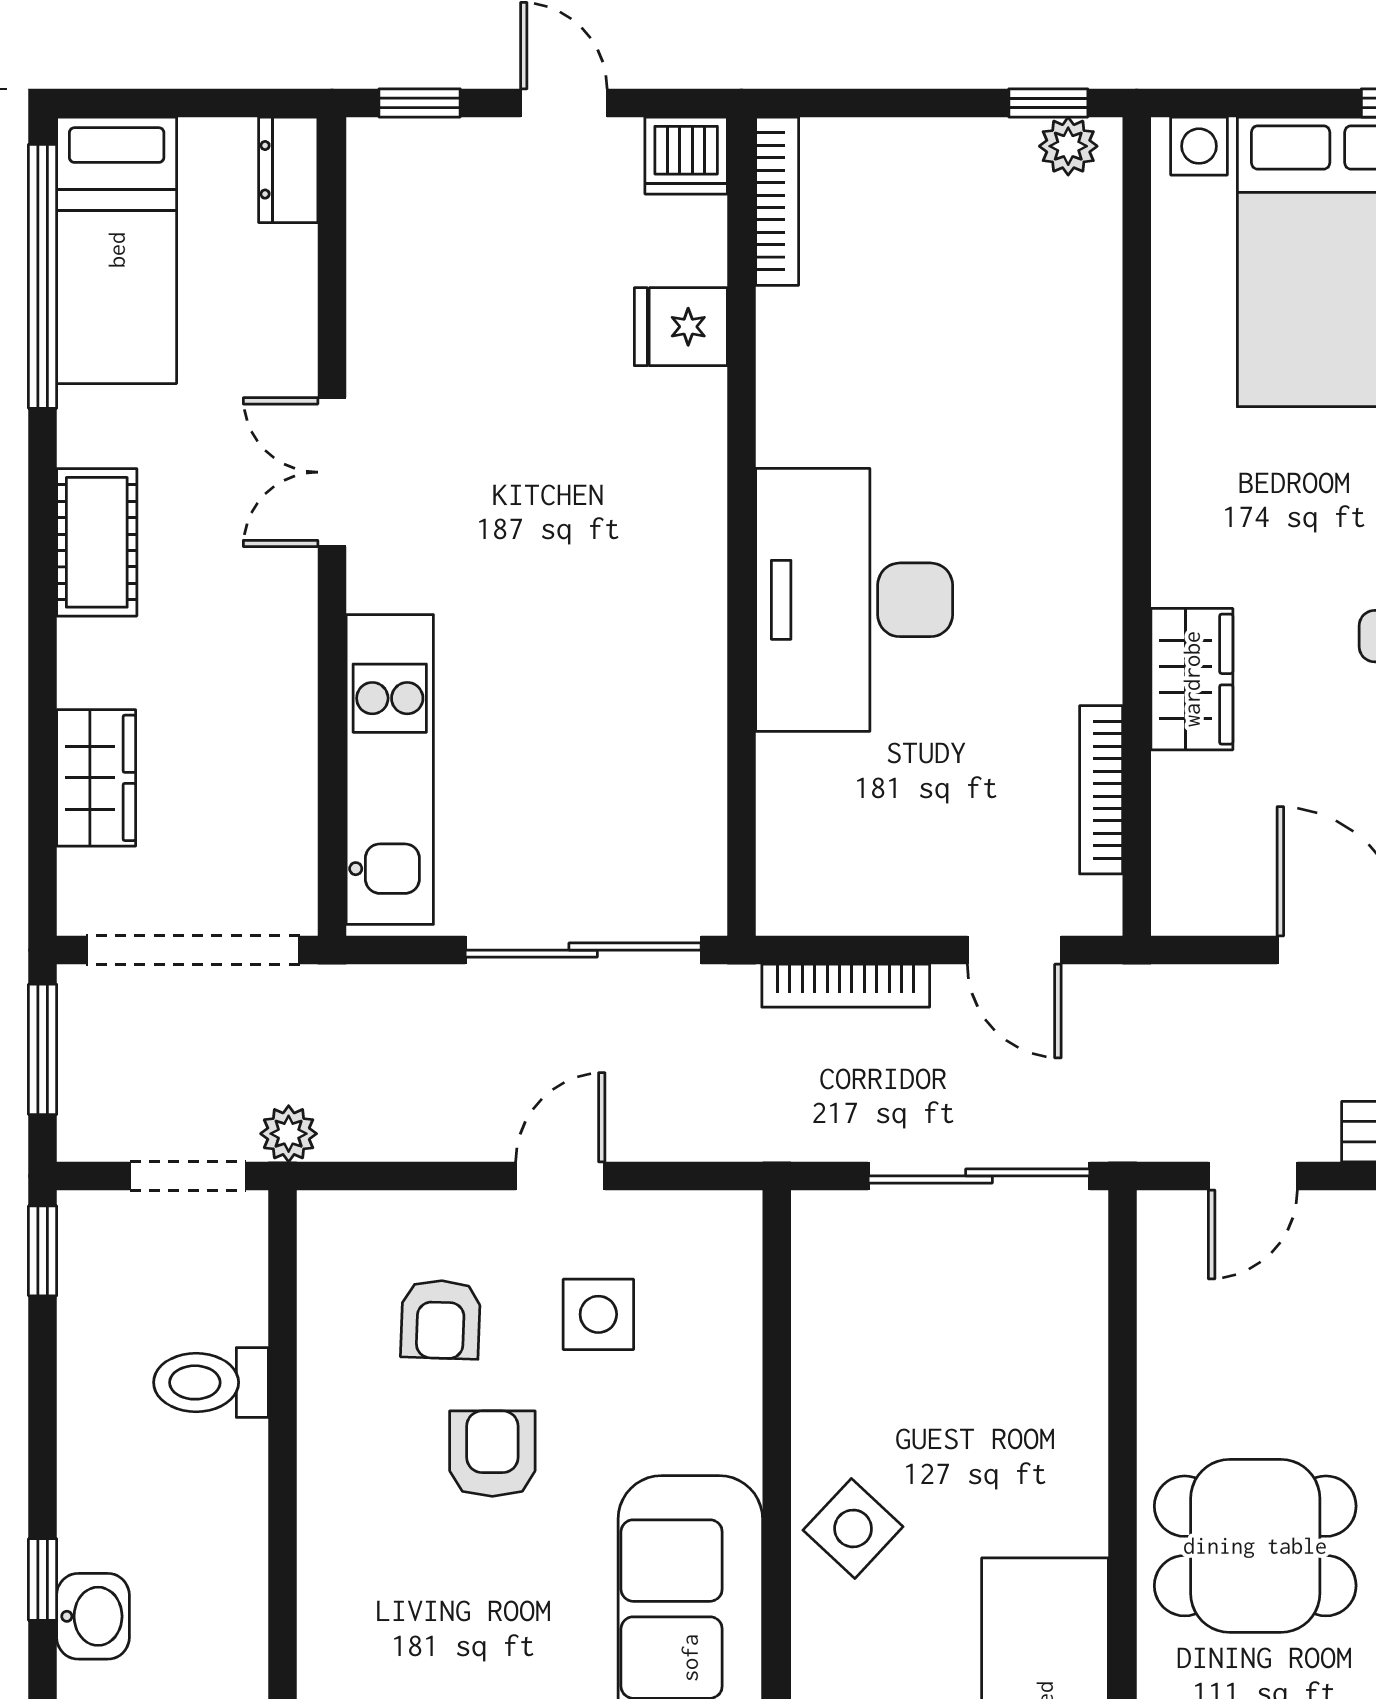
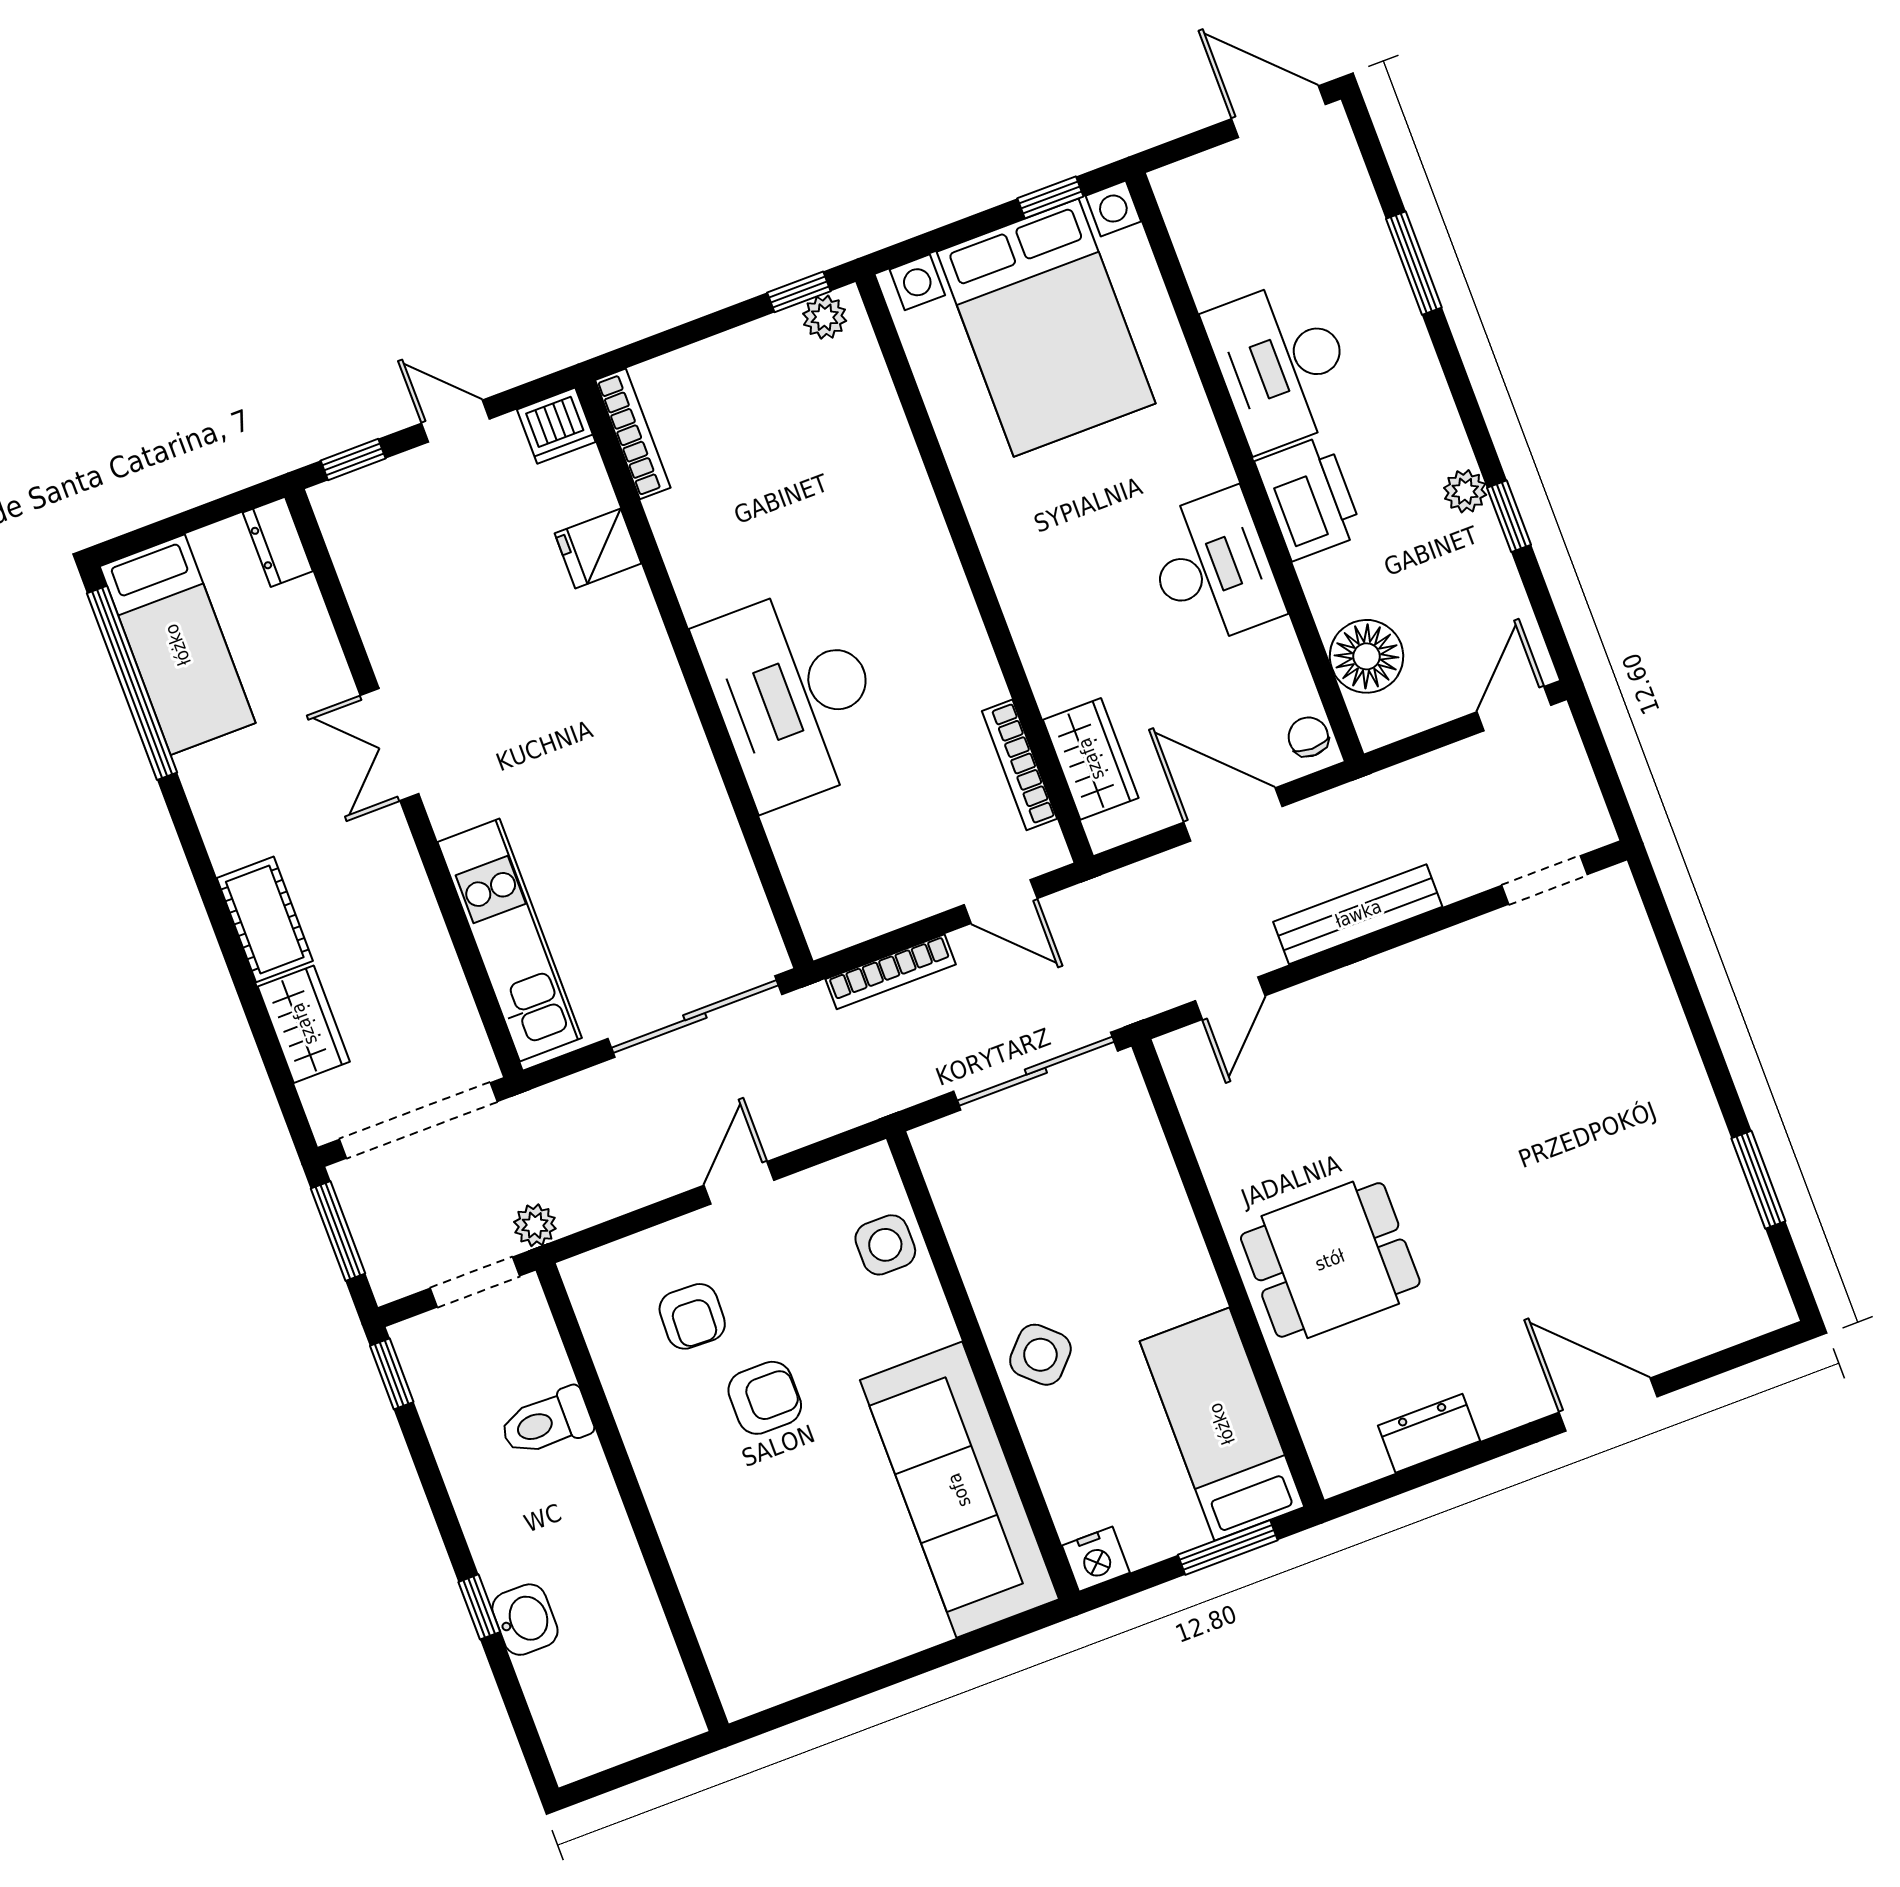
cot: (97, 542) -> (265, 919), moved
wardrobe: (1192, 679) -> (1091, 759), moved
side table: (598, 1314) -> (885, 1245), moved
armchair: (492, 1454) -> (765, 1398), turned 90

